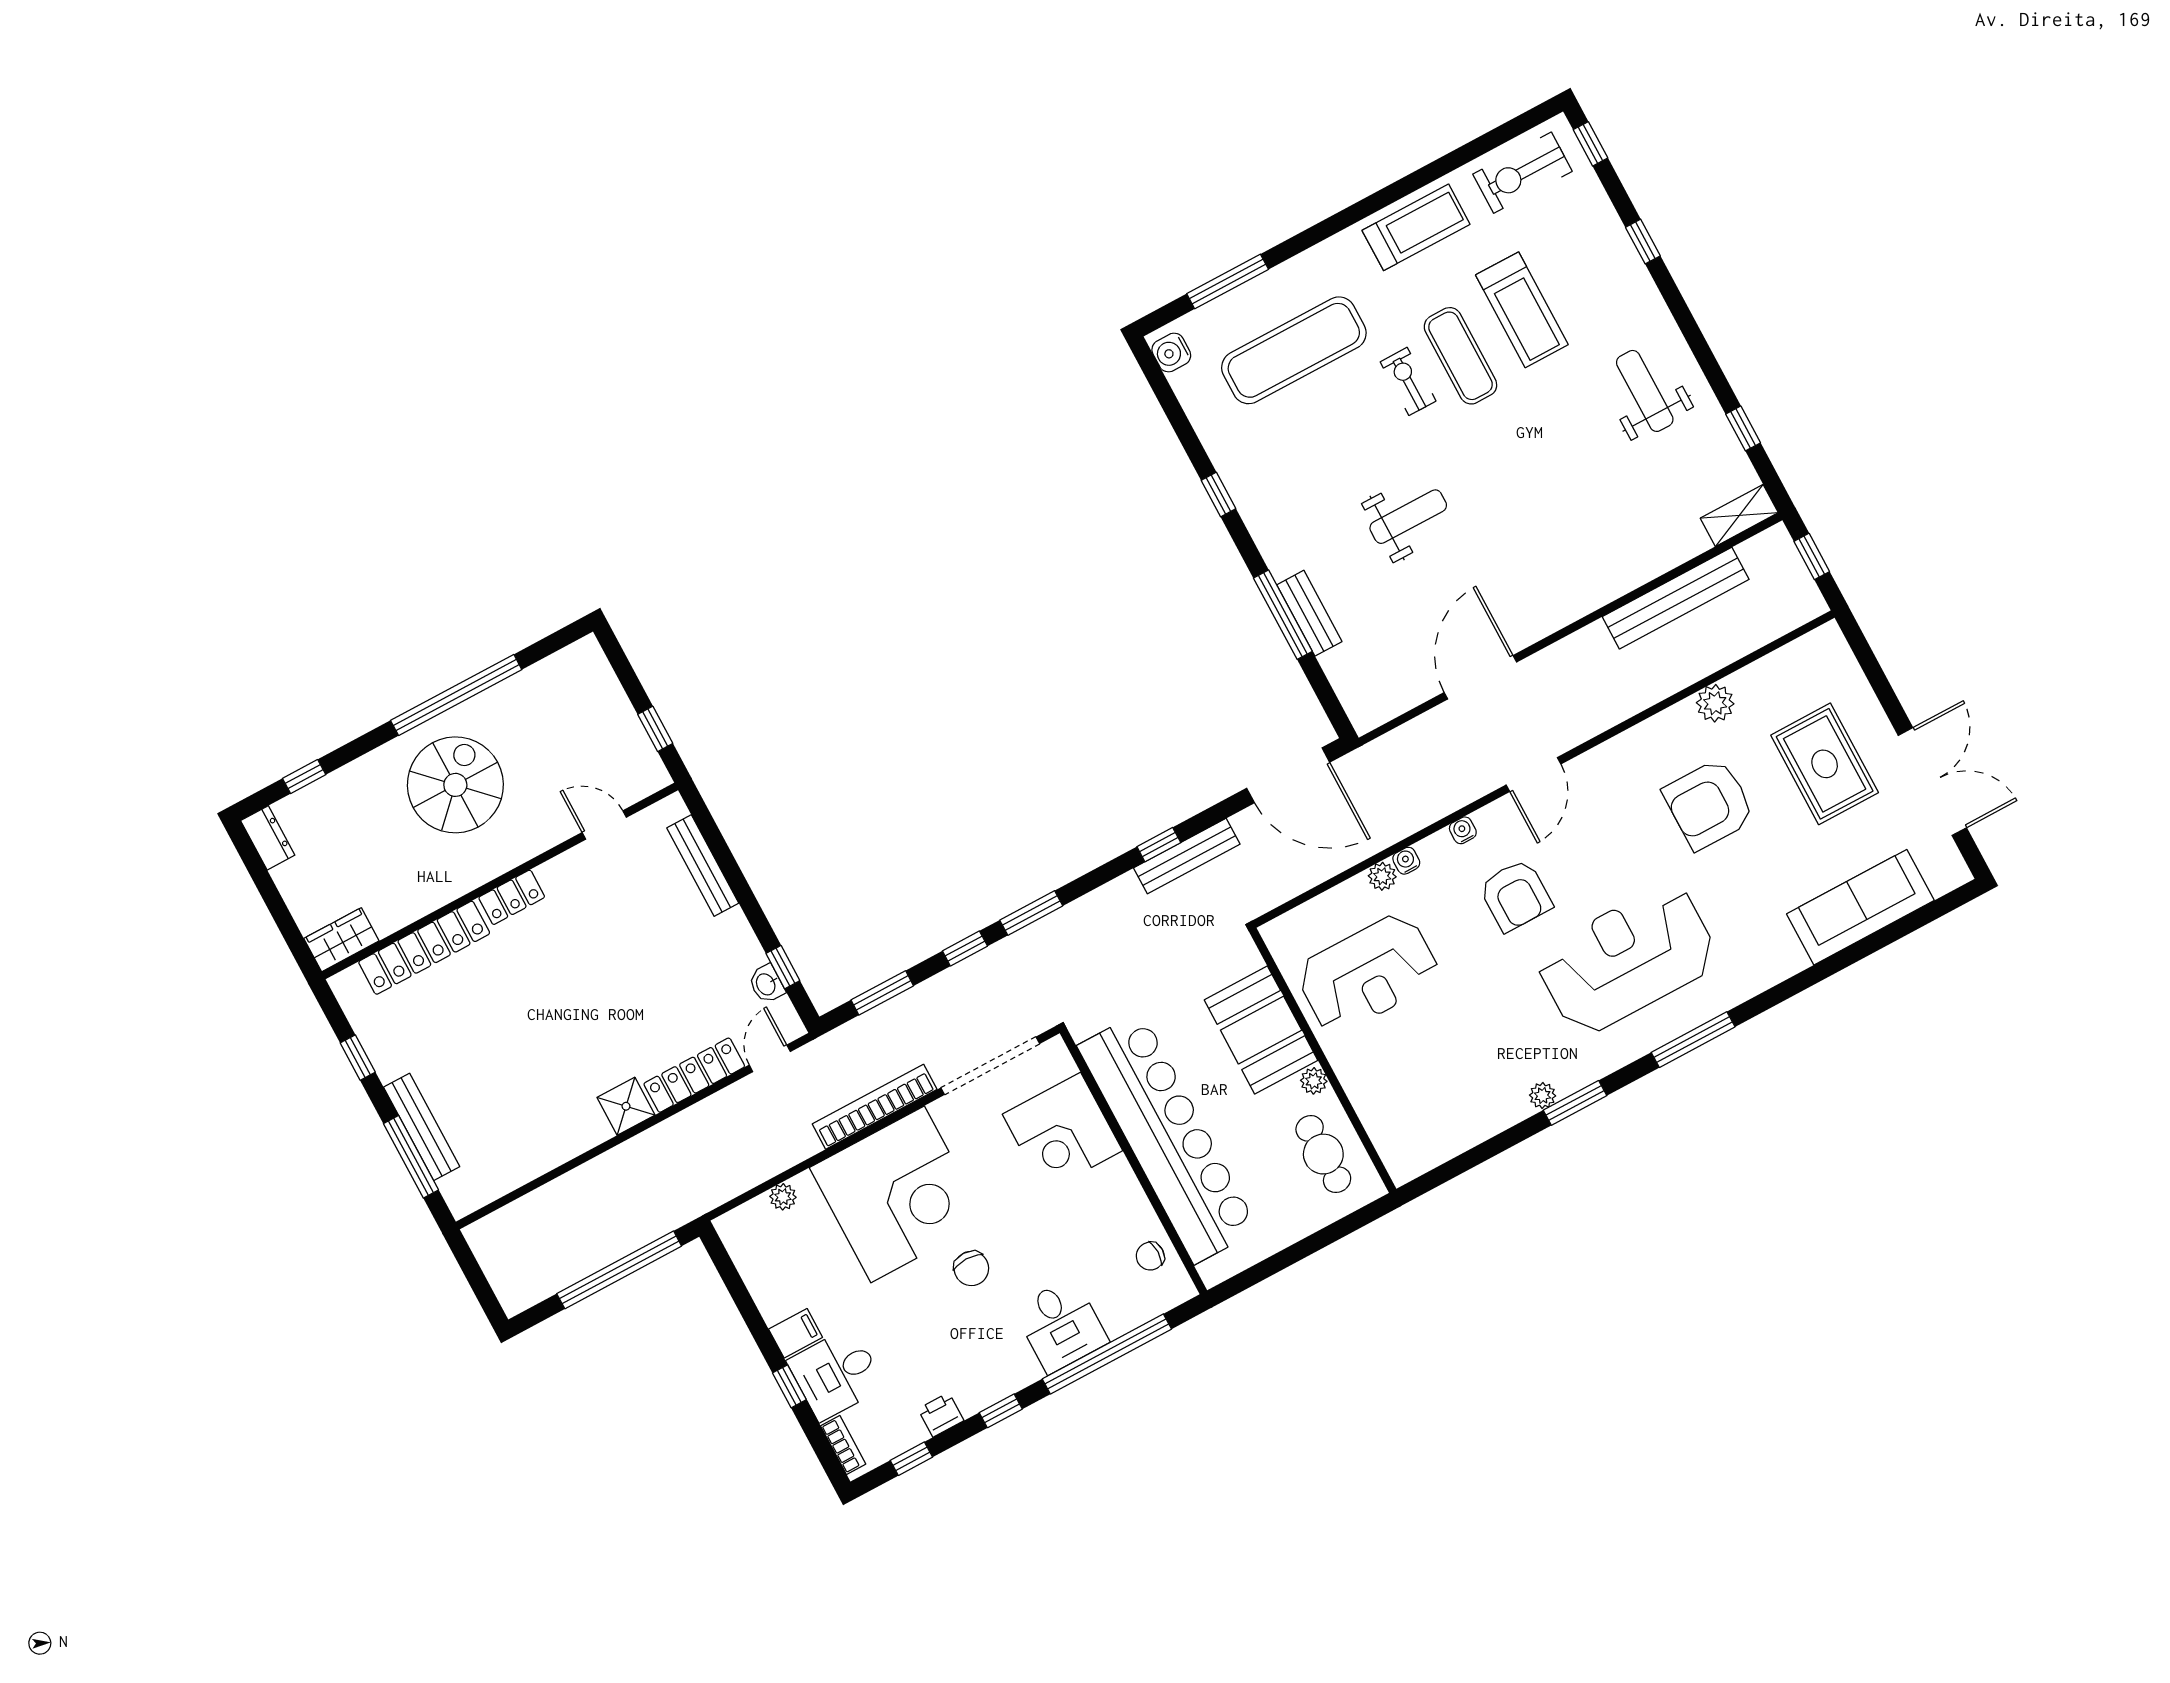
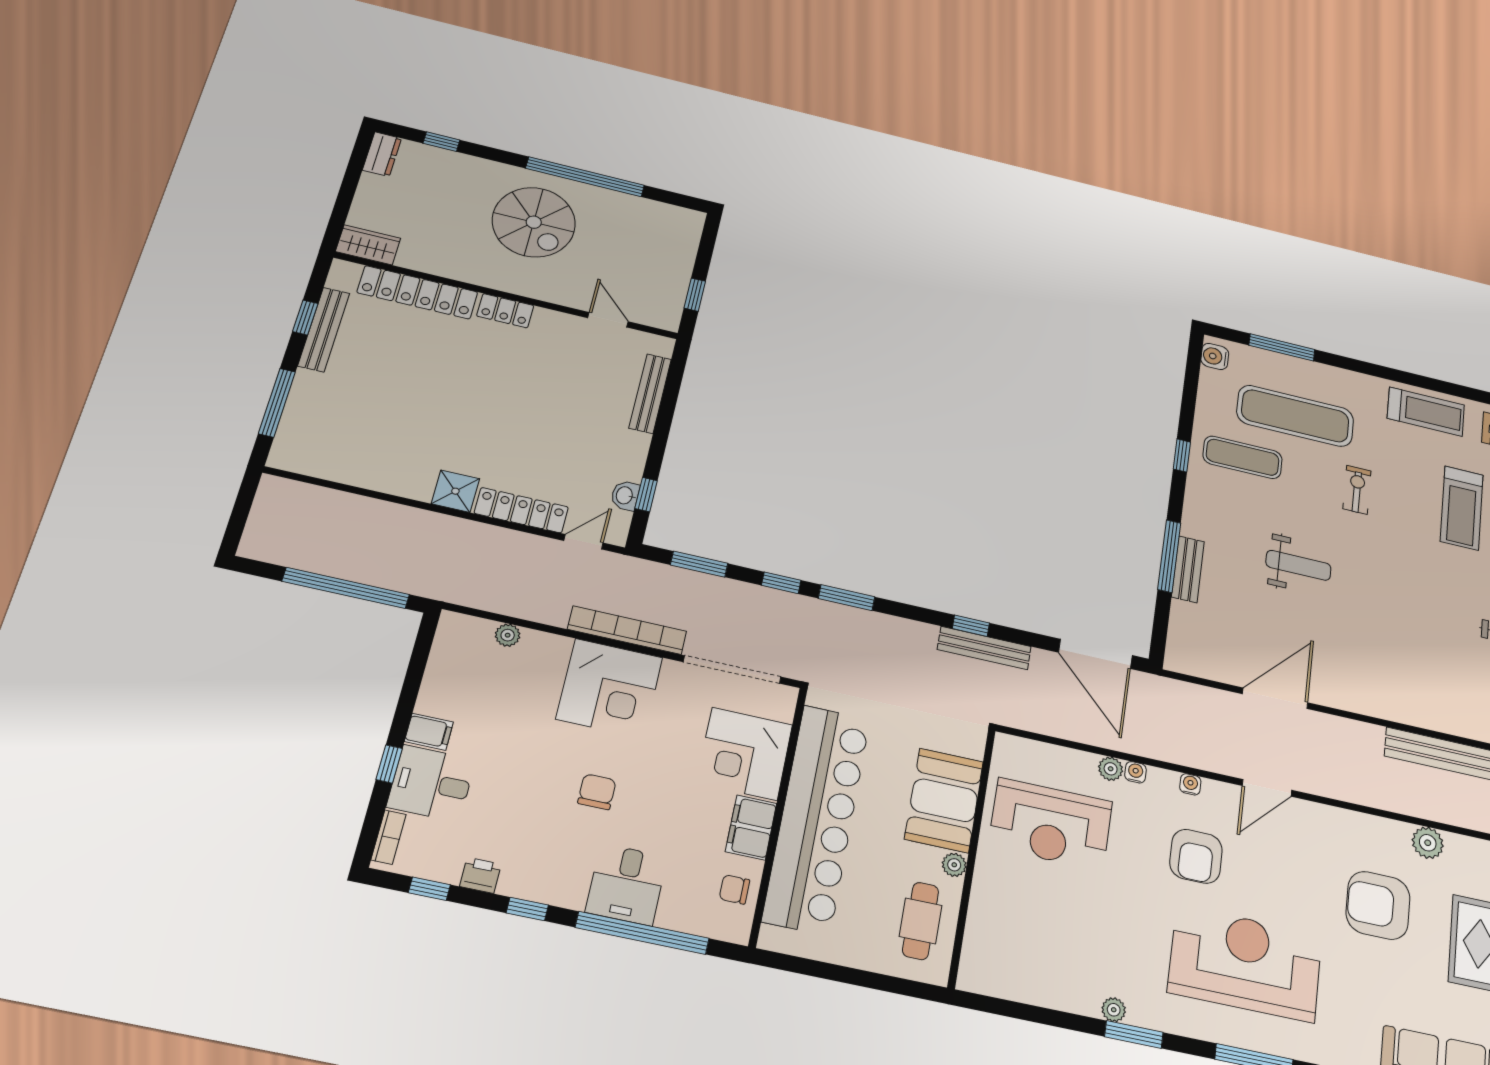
exercise mat: (1460, 356) -> (1243, 457), moved, turned 90
spiral stairs: (455, 785) -> (534, 222), turned 90
bench: (422, 1127) -> (324, 329), moved
filing cabinet: (1120, 1192) -> (751, 827), added
corner desk: (898, 1194) -> (609, 688), width x0.74, depth x0.74
chair: (971, 1268) -> (597, 792), turned 180

